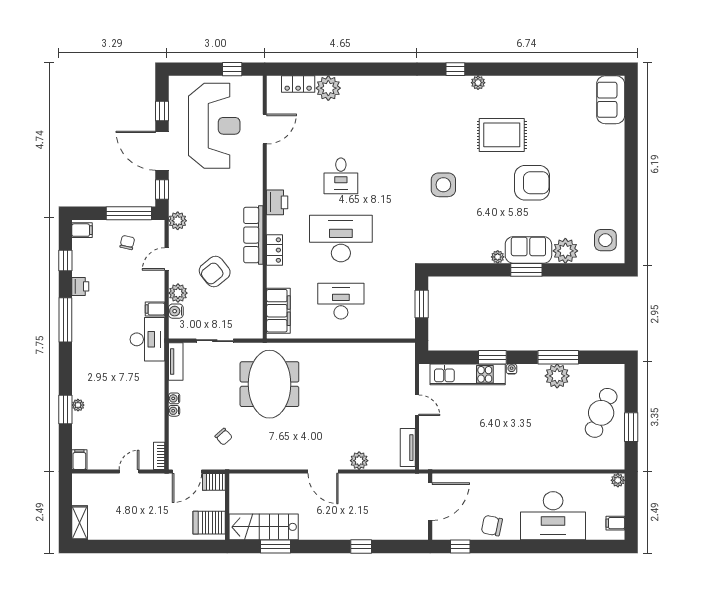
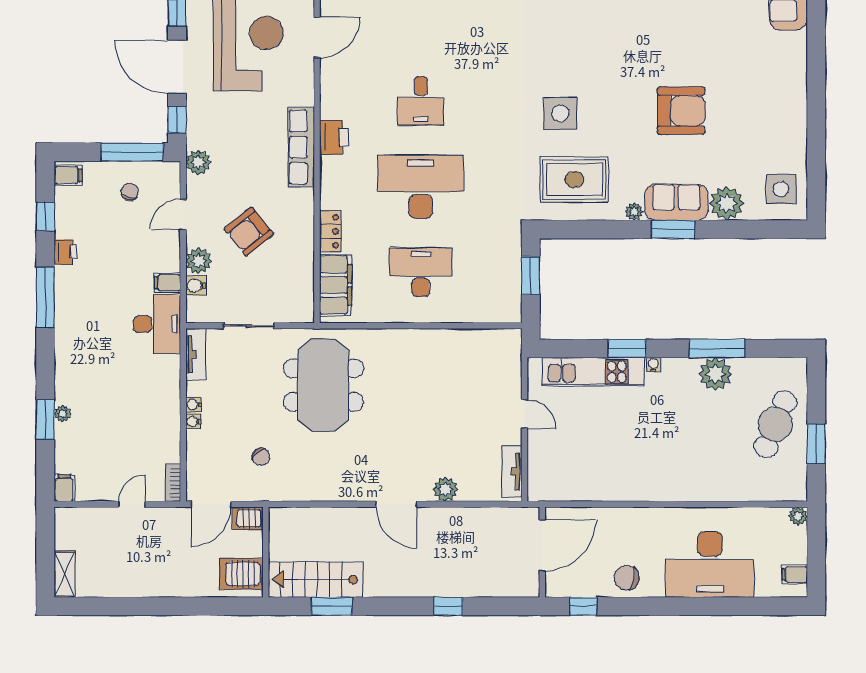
rug: (502, 135) -> (574, 180), moved
row of seats: (253, 235) -> (301, 147), moved
locker: (275, 250) -> (330, 231), moved

